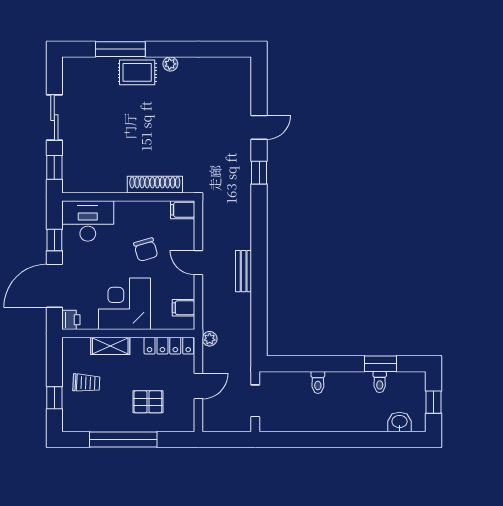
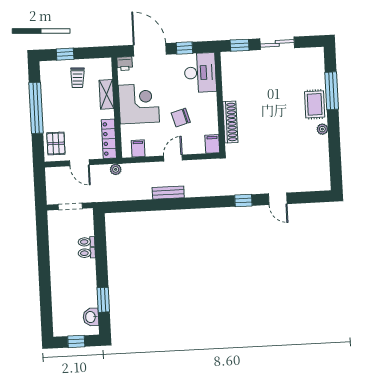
toilet: (380, 382) -> (86, 242), moved
pallet: (148, 402) -> (56, 143), moved
washbasin: (400, 422) -> (91, 317), moved, turned 180

